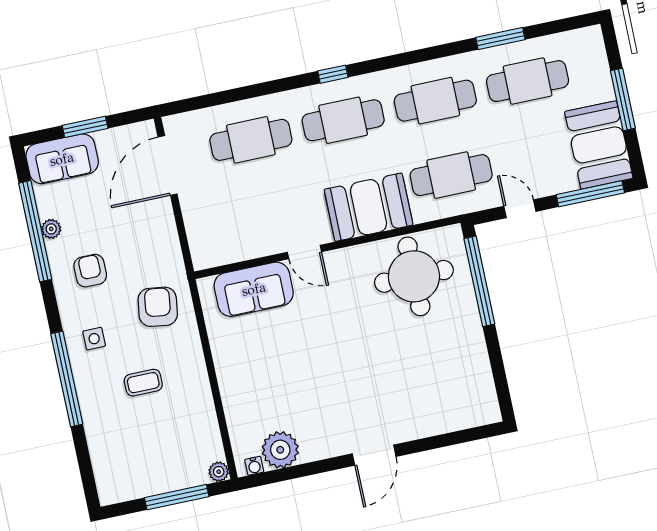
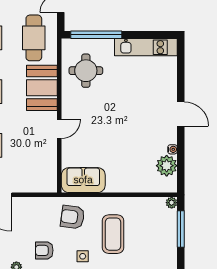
round table: (414, 276) -> (86, 71), width x0.73, depth x0.73
sofa: (254, 289) -> (83, 180), moved, turned -90
kitchen unit: (476, 371) -> (146, 47), added
coffee table: (143, 383) -> (113, 234), width x1.86, depth x1.72
water cooler: (254, 466) -> (172, 149), moved

